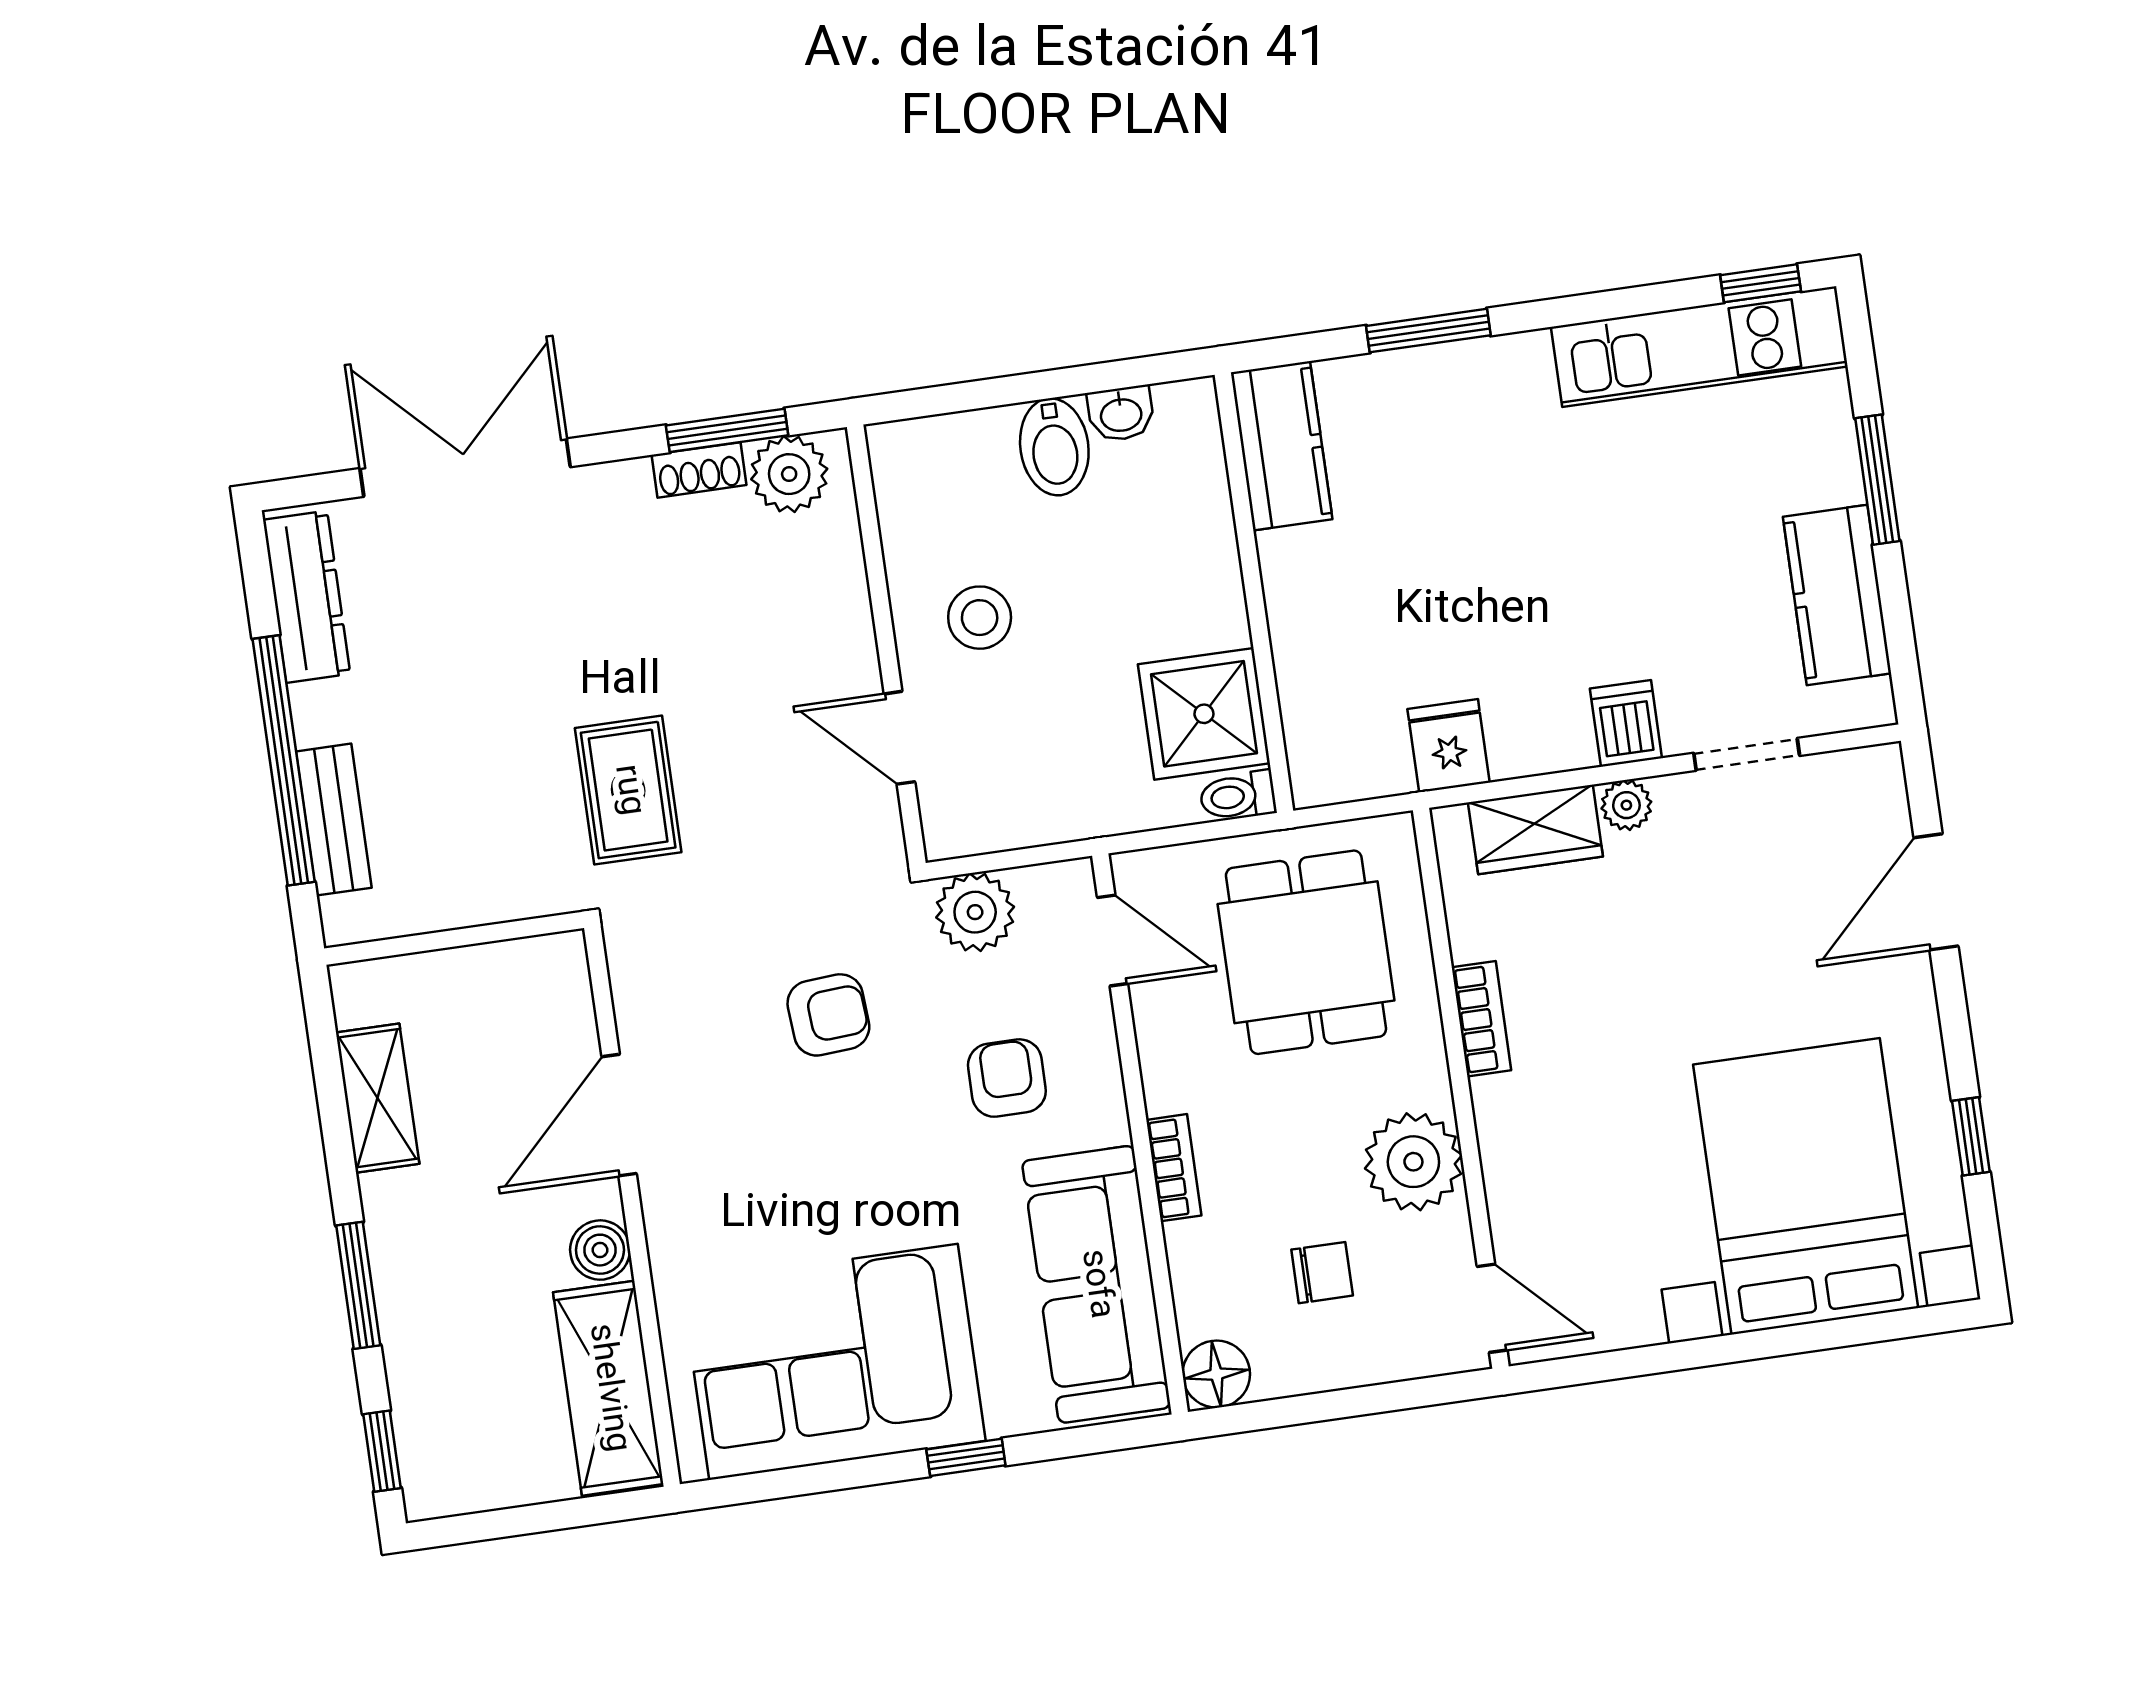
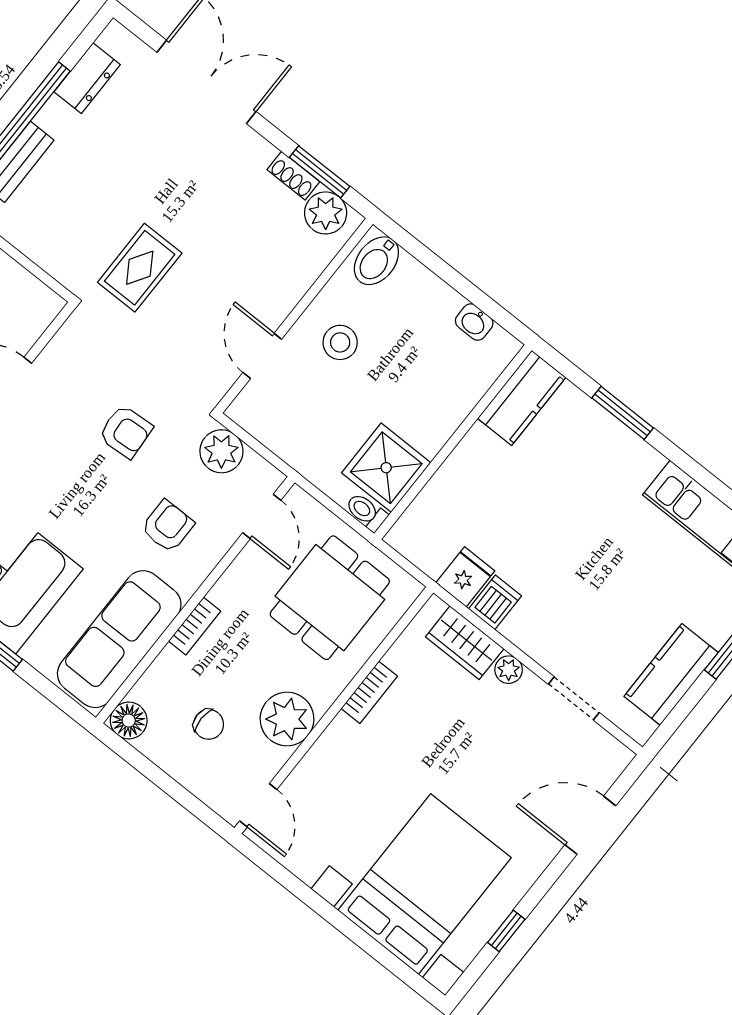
bidet: (1054, 447) -> (376, 261), moved
dresser: (307, 597) -> (87, 78), width x0.70
dishwasher: (1626, 723) -> (495, 602), moved

